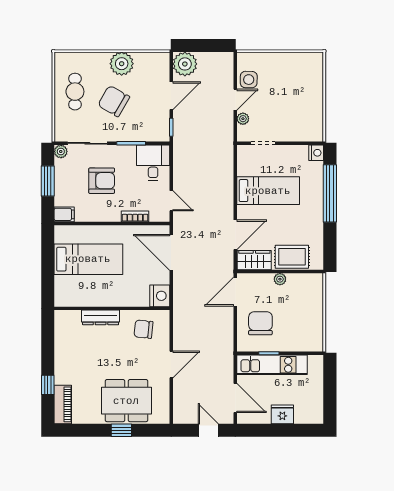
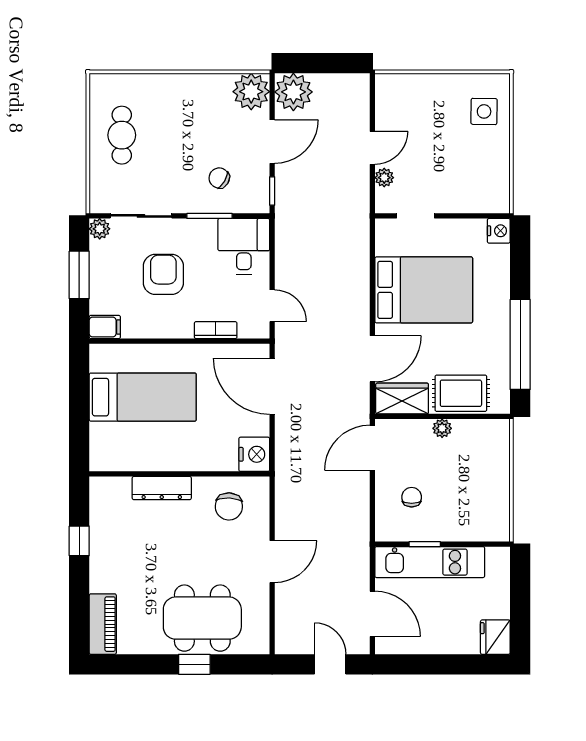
plant: (122, 64) -> (251, 92), moved
side table: (249, 80) -> (484, 111), moved
chair: (114, 101) -> (219, 178), moved, width x0.54, depth x0.54
armchair: (102, 181) -> (163, 274), turned -90
bed: (268, 191) -> (424, 290), width x1.50
window: (330, 193) -> (520, 344), moved
chair: (260, 323) -> (412, 497), width x0.54, depth x0.54
chair: (143, 329) -> (229, 506), turned -93
window: (48, 385) -> (79, 541), moved
fridge: (282, 414) -> (495, 637), moved, turned -90

